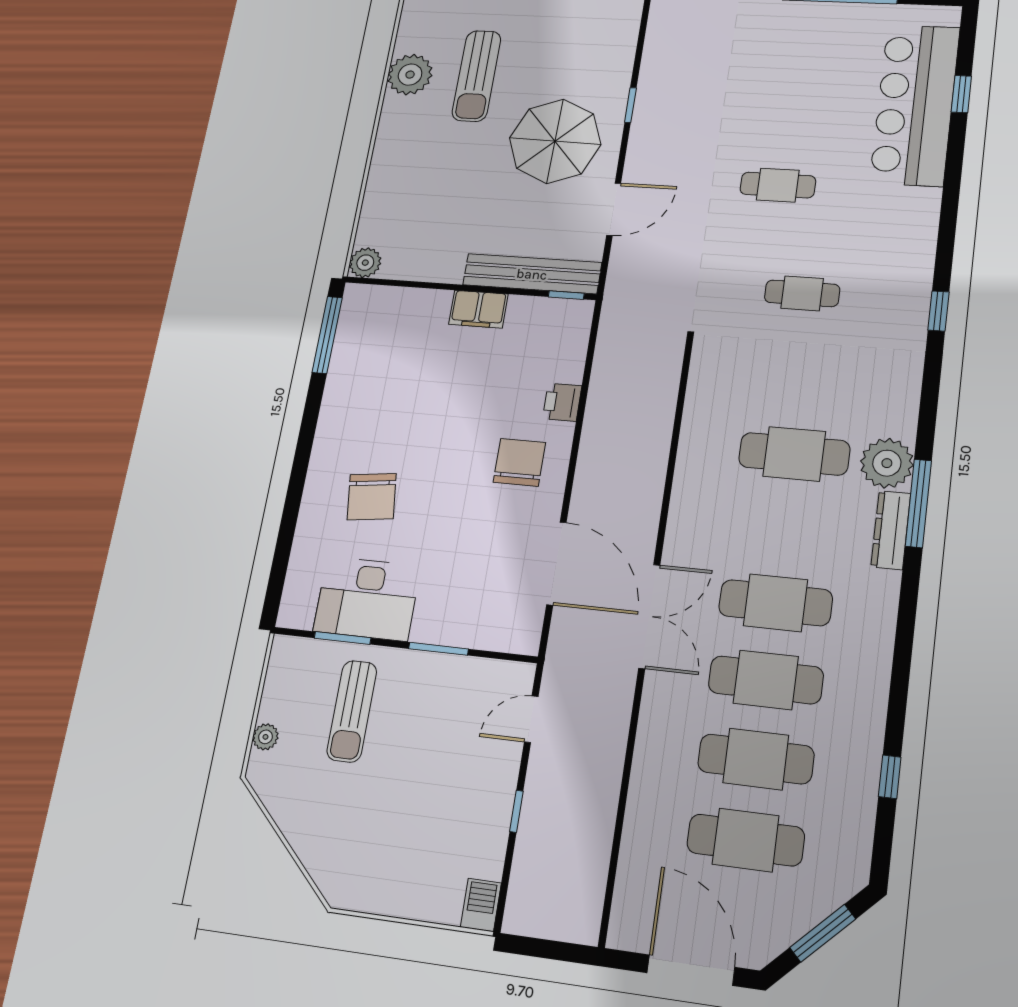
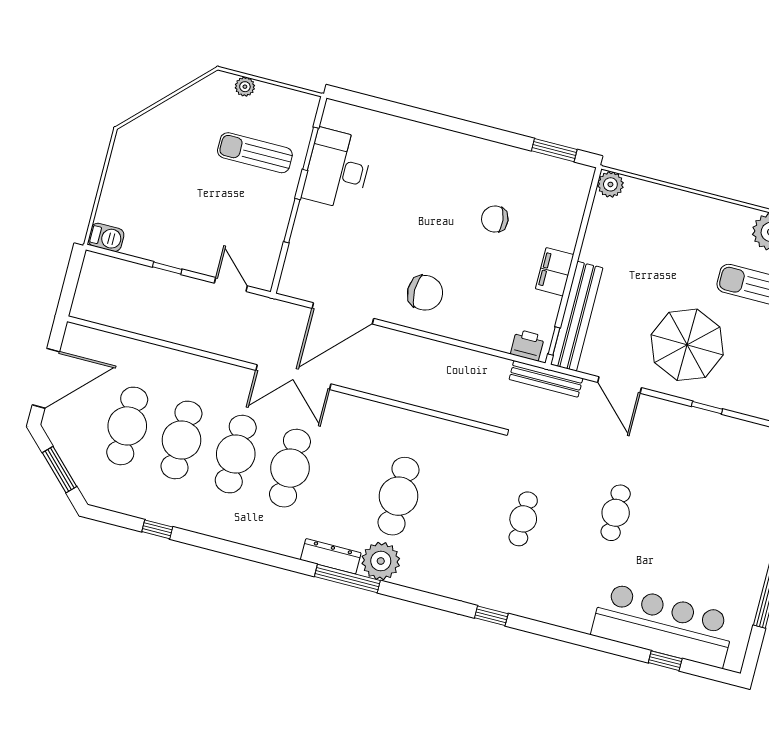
bench: (616, 296) -> (546, 379), added
window: (327, 335) -> (554, 150), width x0.69
printer: (562, 402) -> (527, 345), moved
chair: (372, 497) -> (495, 219), moved, width x0.73, depth x0.73

